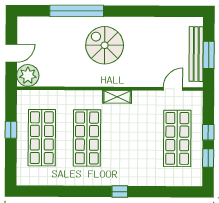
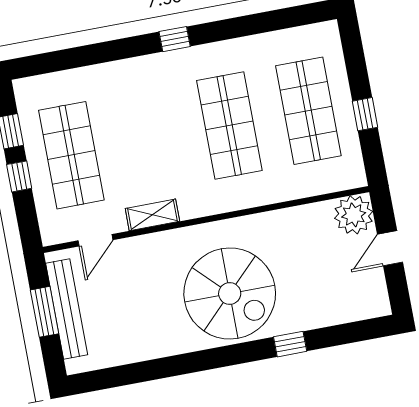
window: (77, 11) -> (290, 344), width x0.32
spiral stairs: (105, 45) -> (230, 293), width x1.37, depth x1.37
shelving: (117, 97) -> (152, 215), moved
window: (120, 192) -> (175, 39), moved

